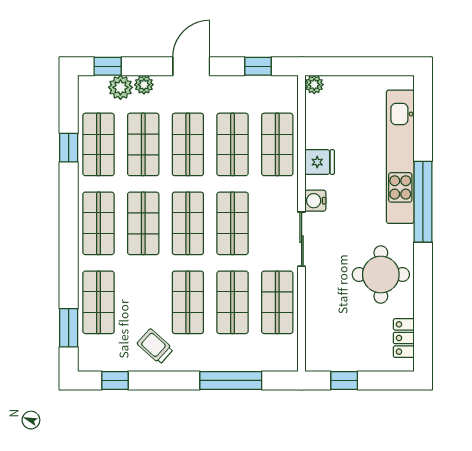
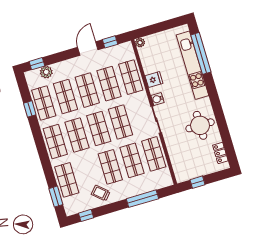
door: (191, 66) -> (88, 49), moved
plant: (144, 85) -> (57, 67), removed
window: (423, 202) -> (201, 53), moved

